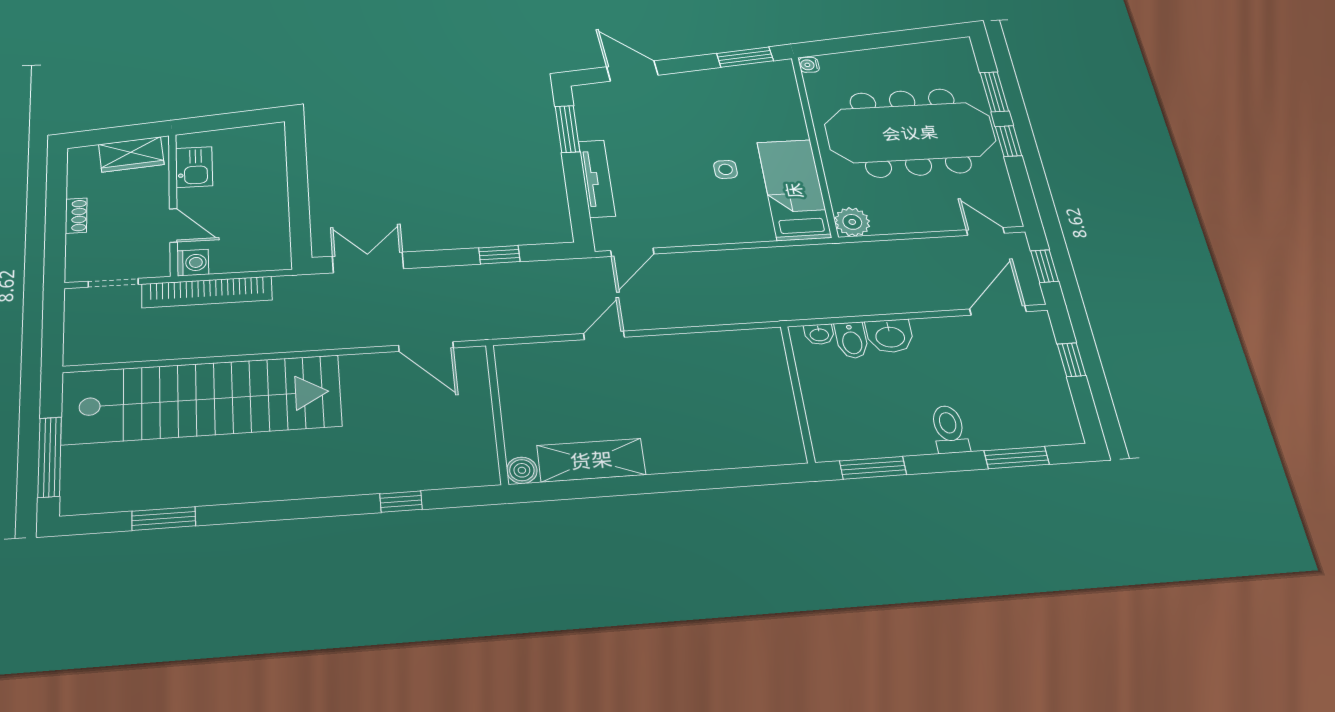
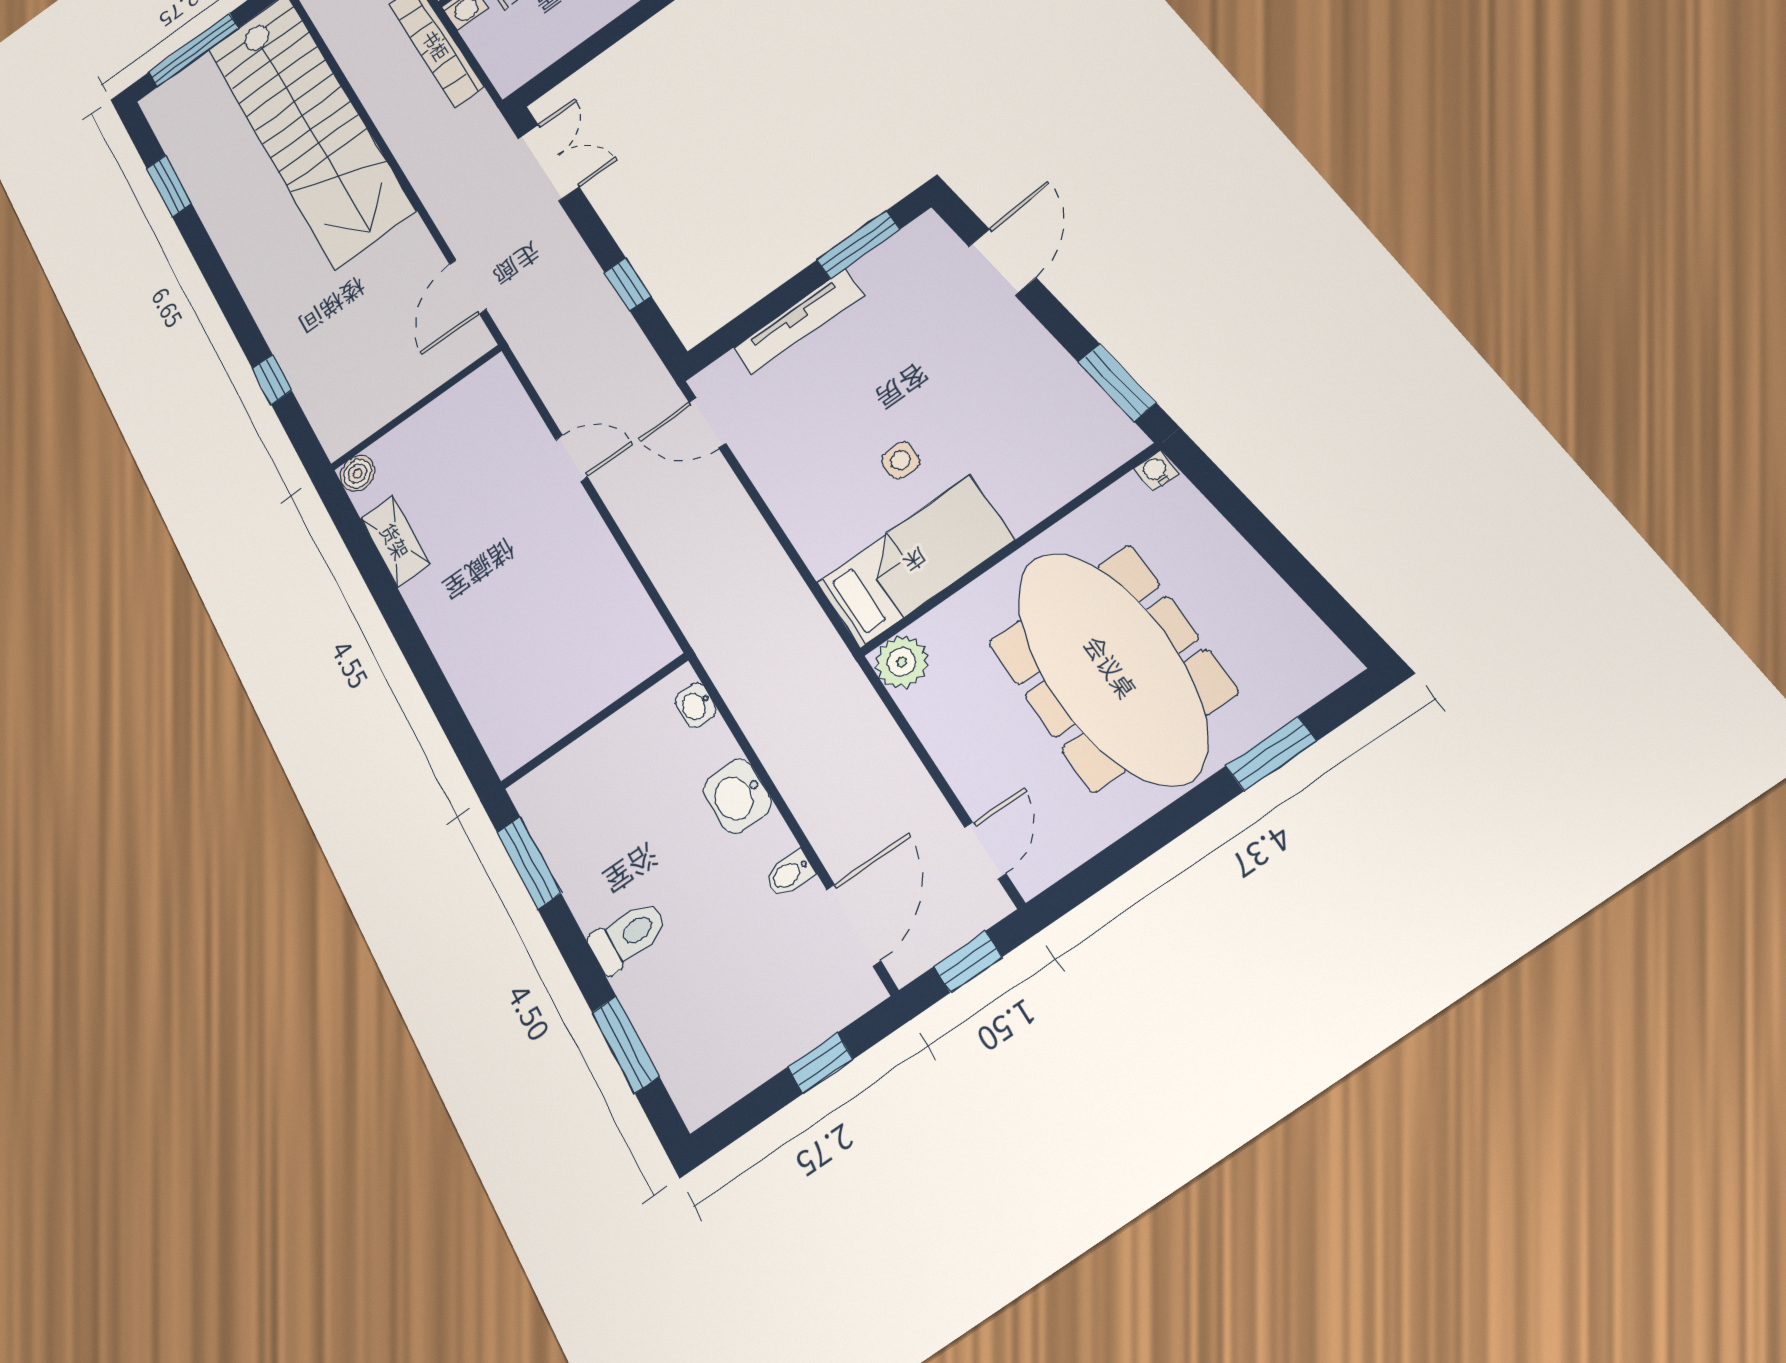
window: (1009, 141) -> (1181, 815), removed
door: (998, 310) -> (854, 925), hinge flipped
bidet: (852, 340) -> (789, 874), moved, width x0.72, depth x0.74
shelving: (591, 460) -> (395, 541), width x0.67, depth x0.75

